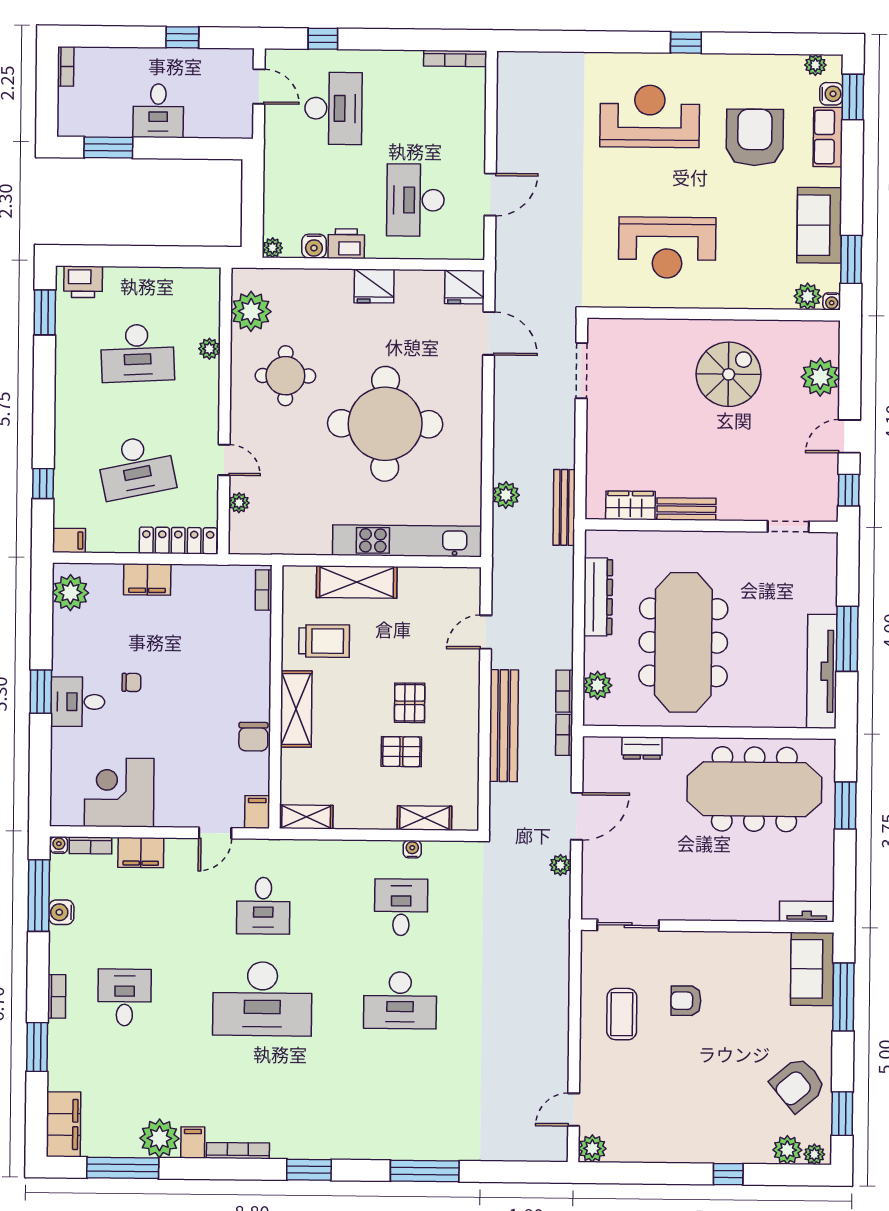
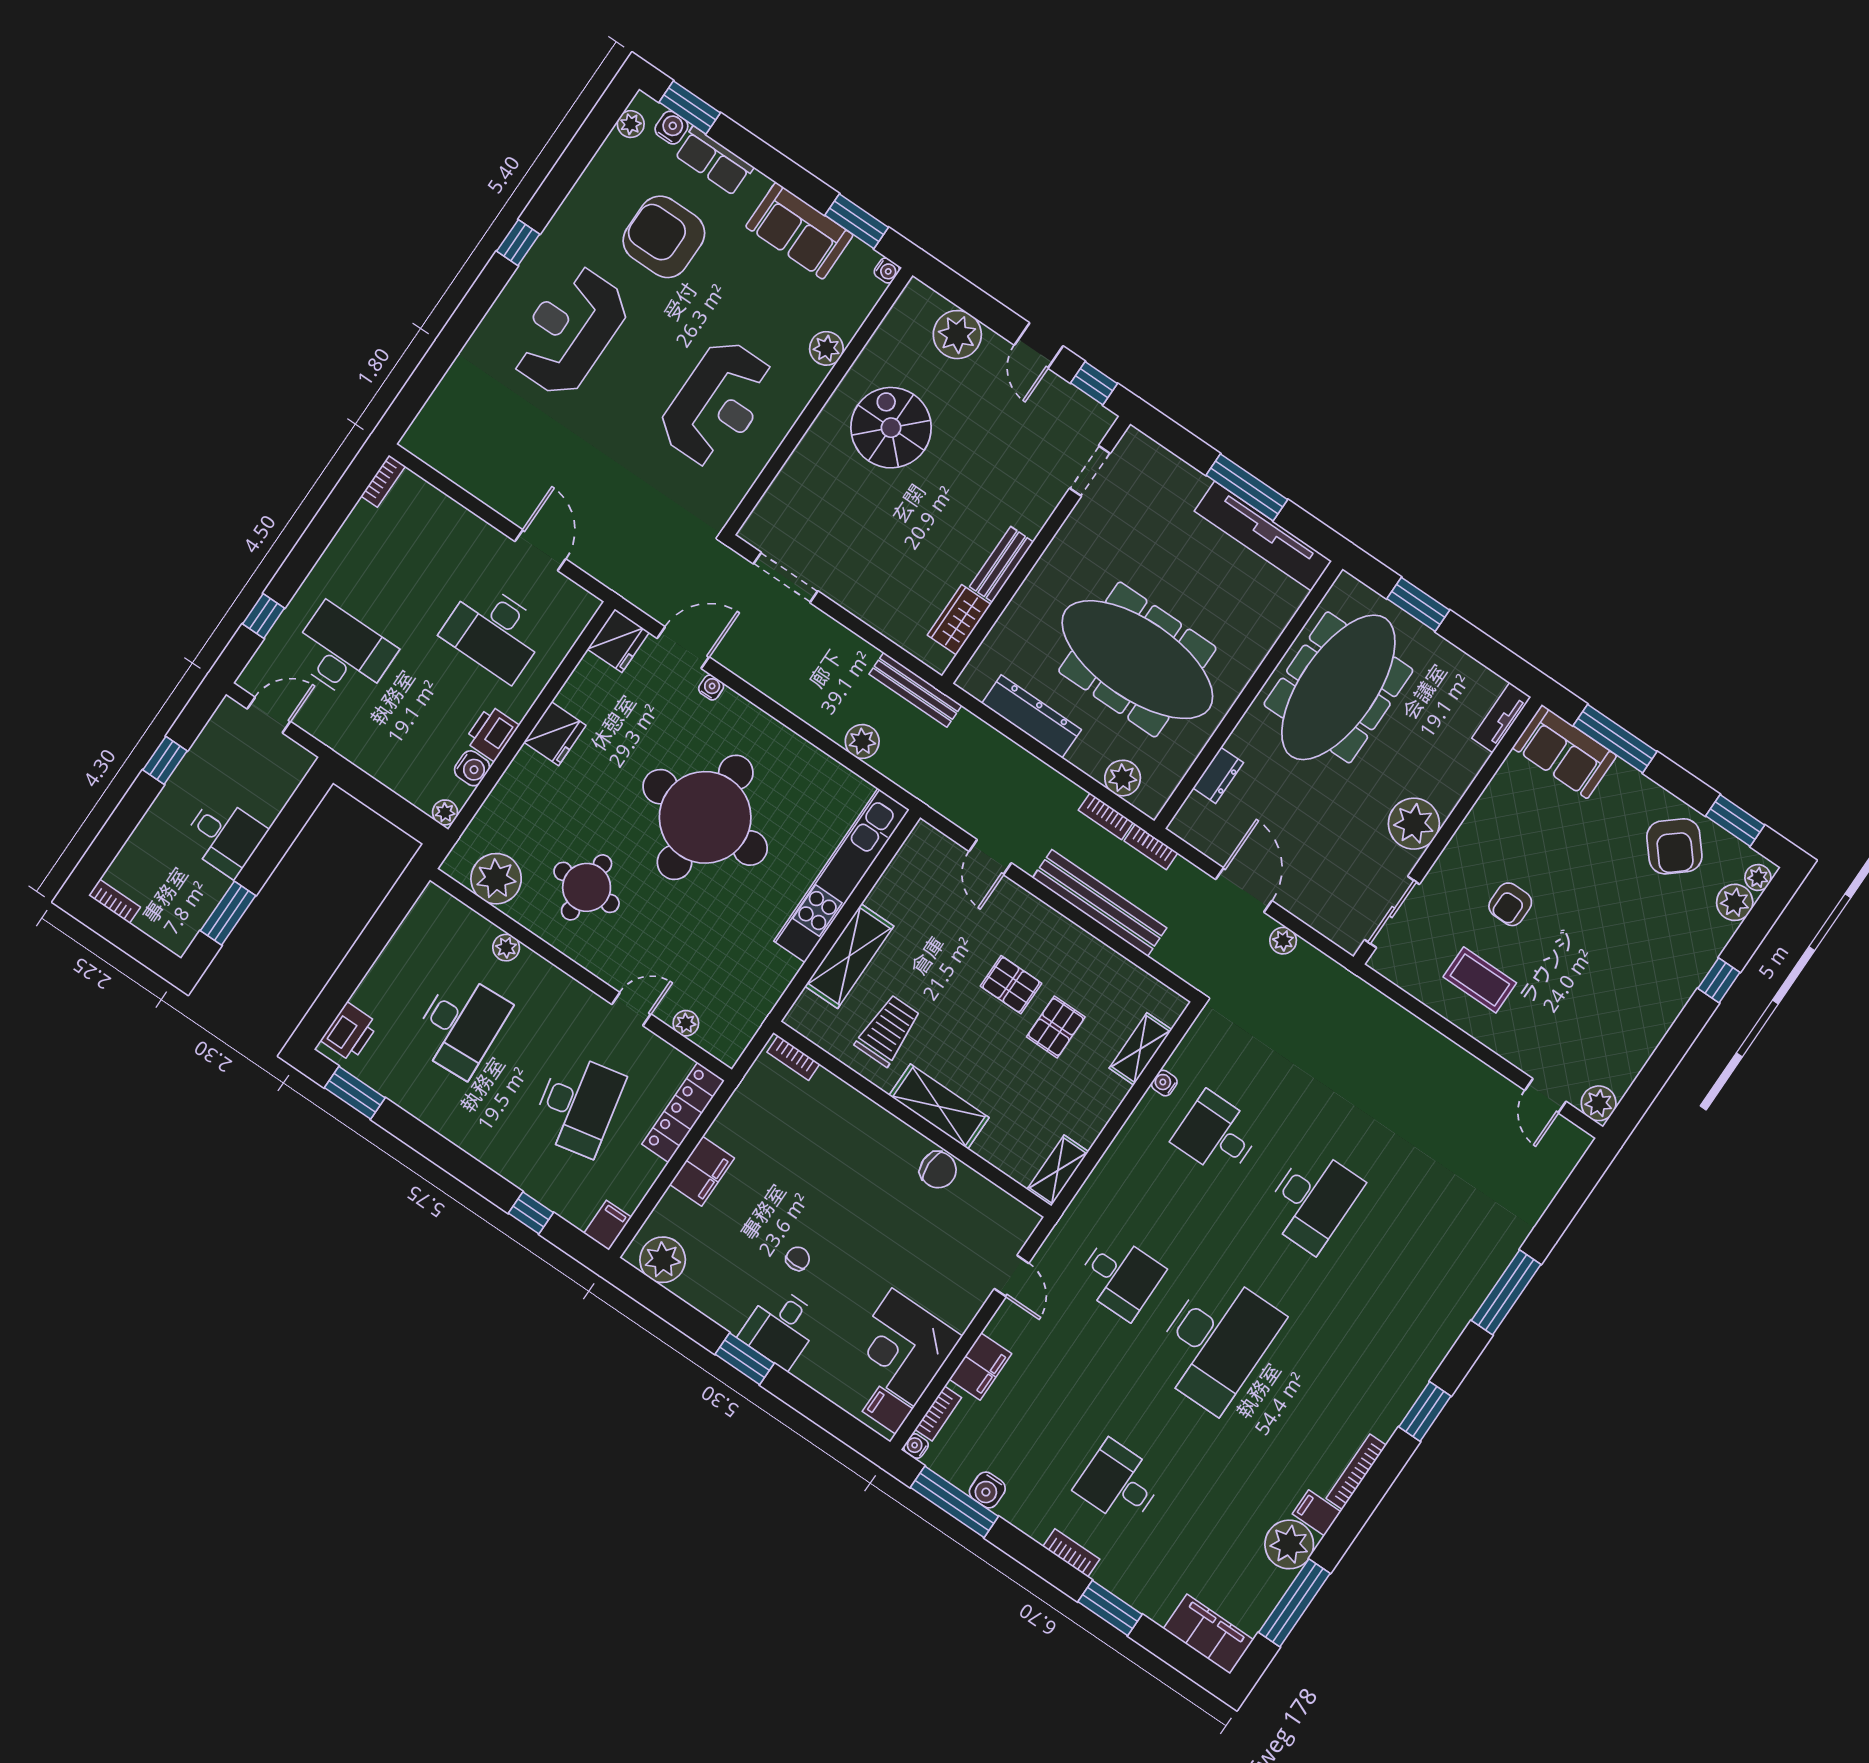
bookcase: (455, 59) -> (383, 481), width x0.64
plant: (808, 296) -> (826, 348), moved
water cooler: (475, 370) -> (711, 687), added
filing cabinet: (257, 812) -> (888, 1410), moved
plant: (697, 900) -> (1414, 824), added

